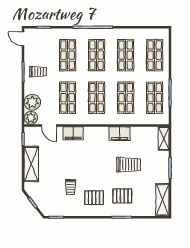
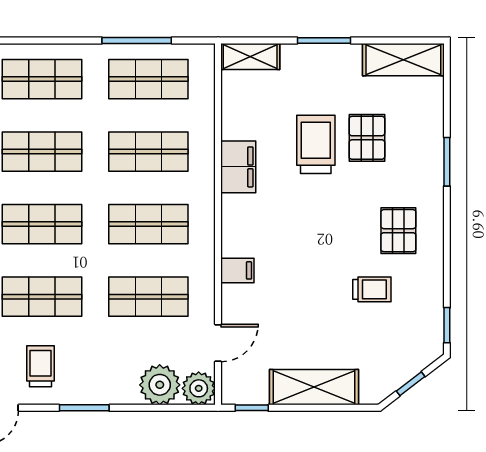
trolley: (38, 72) -> (41, 366), moved
filing cabinet: (73, 133) -> (237, 270), width x0.50
pallet: (122, 196) -> (367, 138), moved

